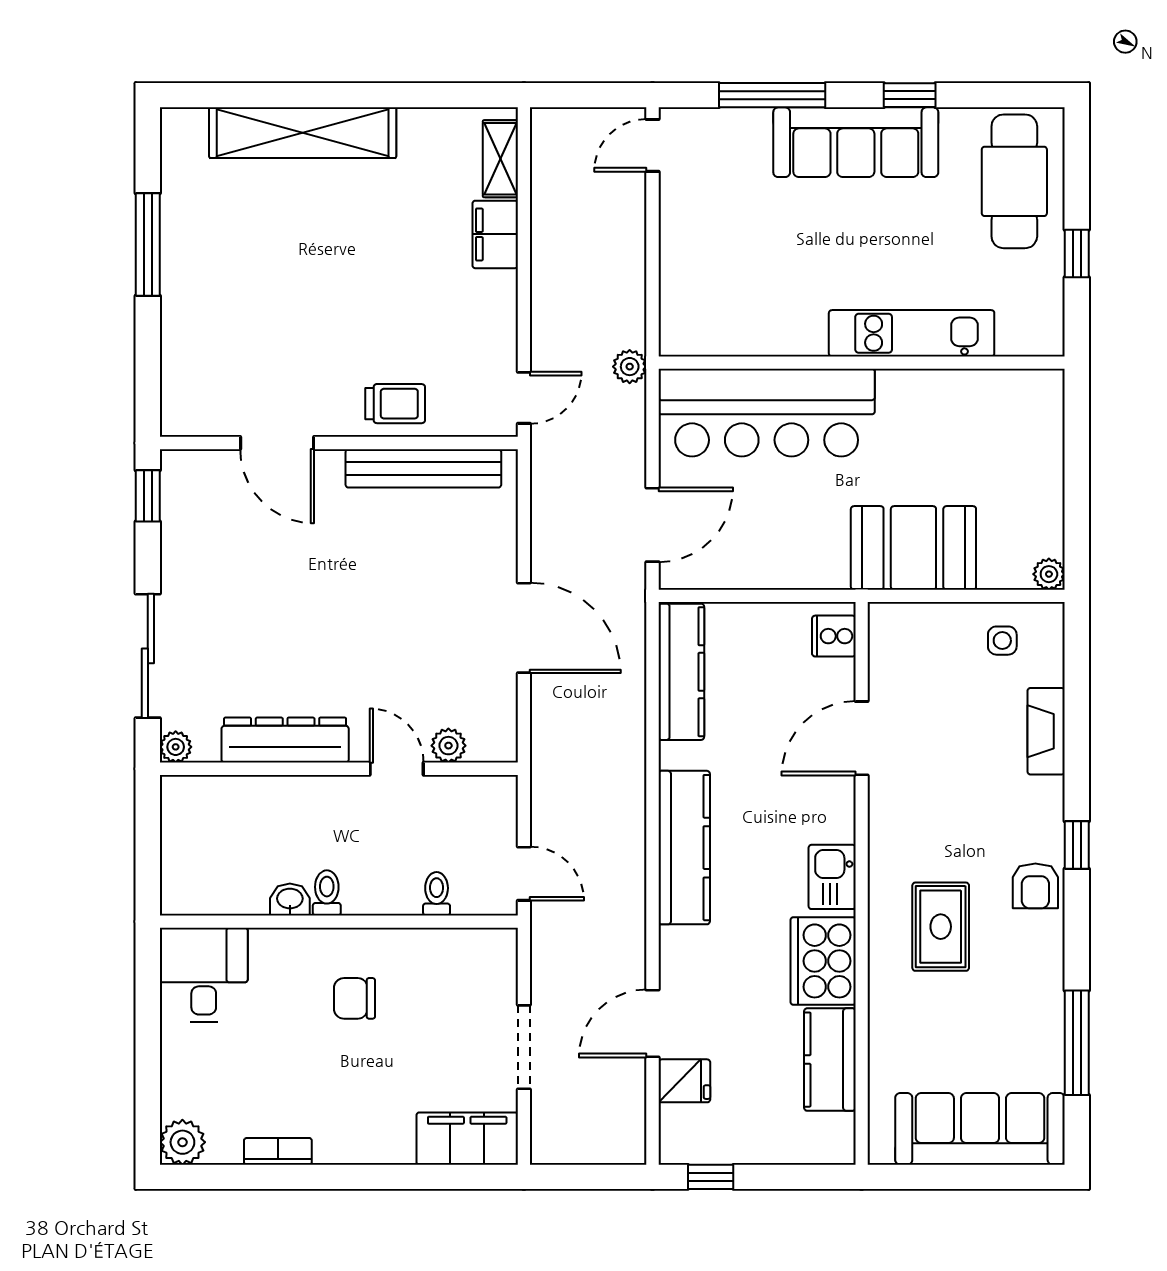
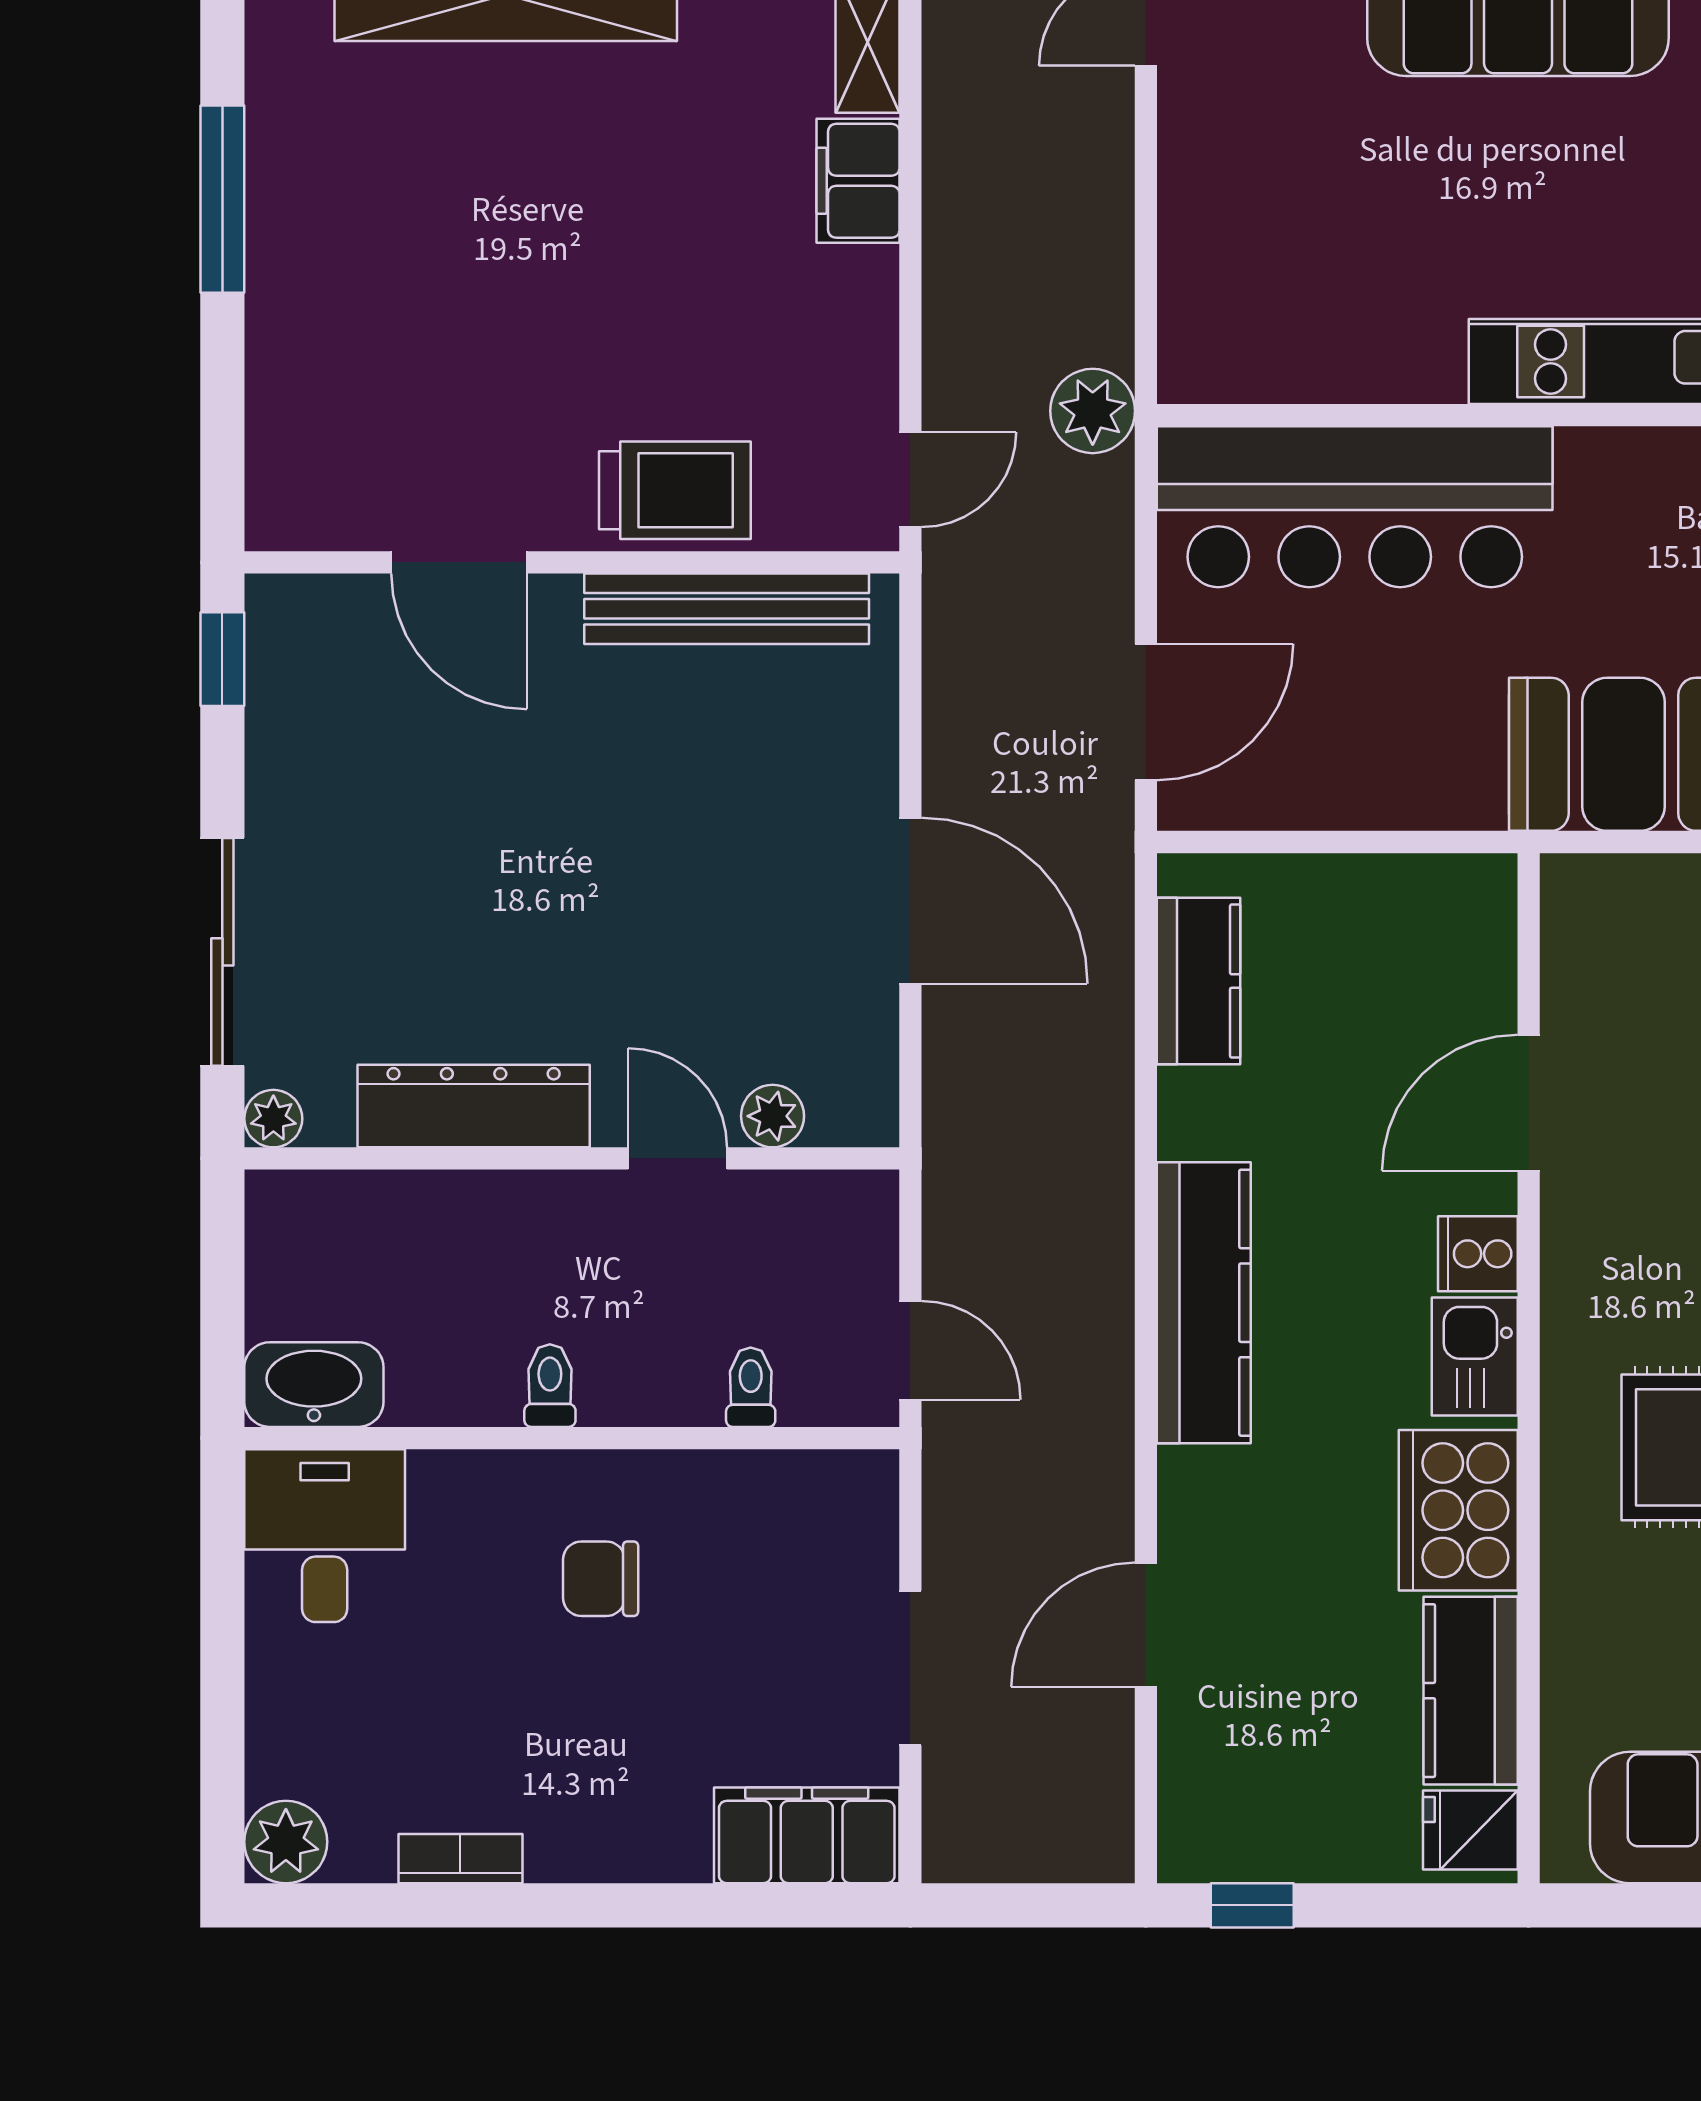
plant: (630, 367) -> (1093, 411), width x1.38, depth x1.38
trolley: (395, 404) -> (675, 490), width x1.36, depth x1.39
cooker: (834, 636) -> (1478, 1254), moved
kitchen counter: (681, 672) -> (1199, 981), width x0.67
washbasin: (290, 899) -> (314, 1385), moved, width x1.91, depth x1.45
fridge: (684, 1081) -> (1470, 1830), moved, turned 180

